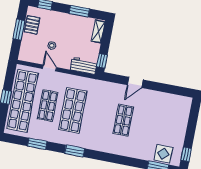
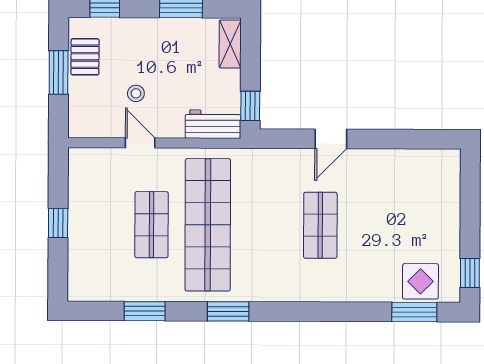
shop shelf: (22, 101) -> (95, 224), removed
shop shelf: (73, 110) -> (208, 225), width x1.40

